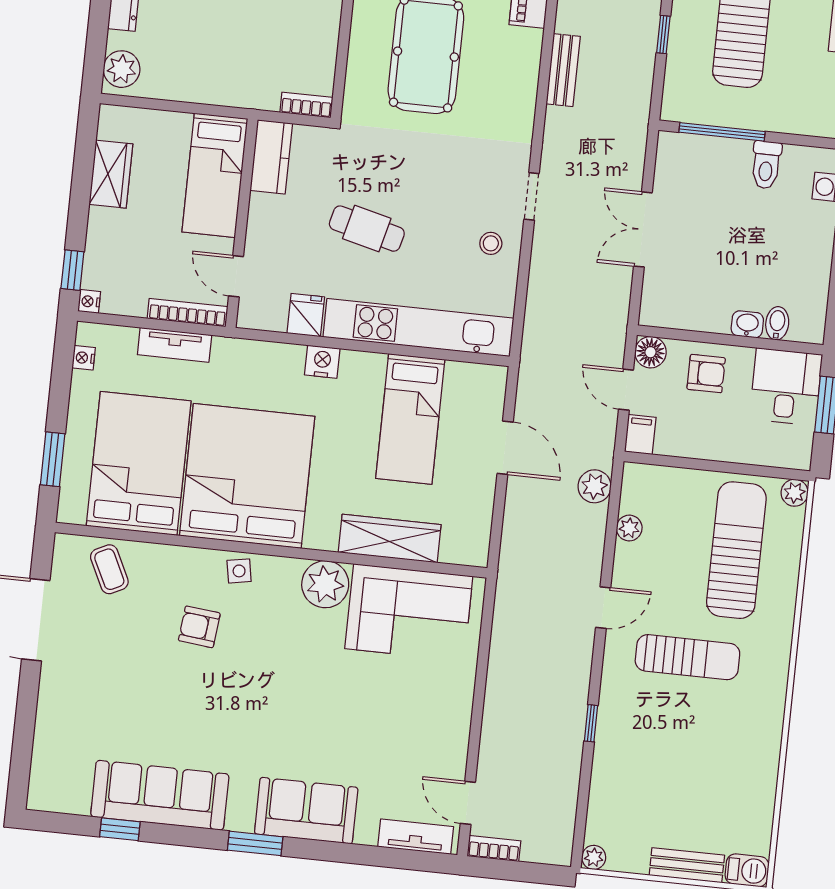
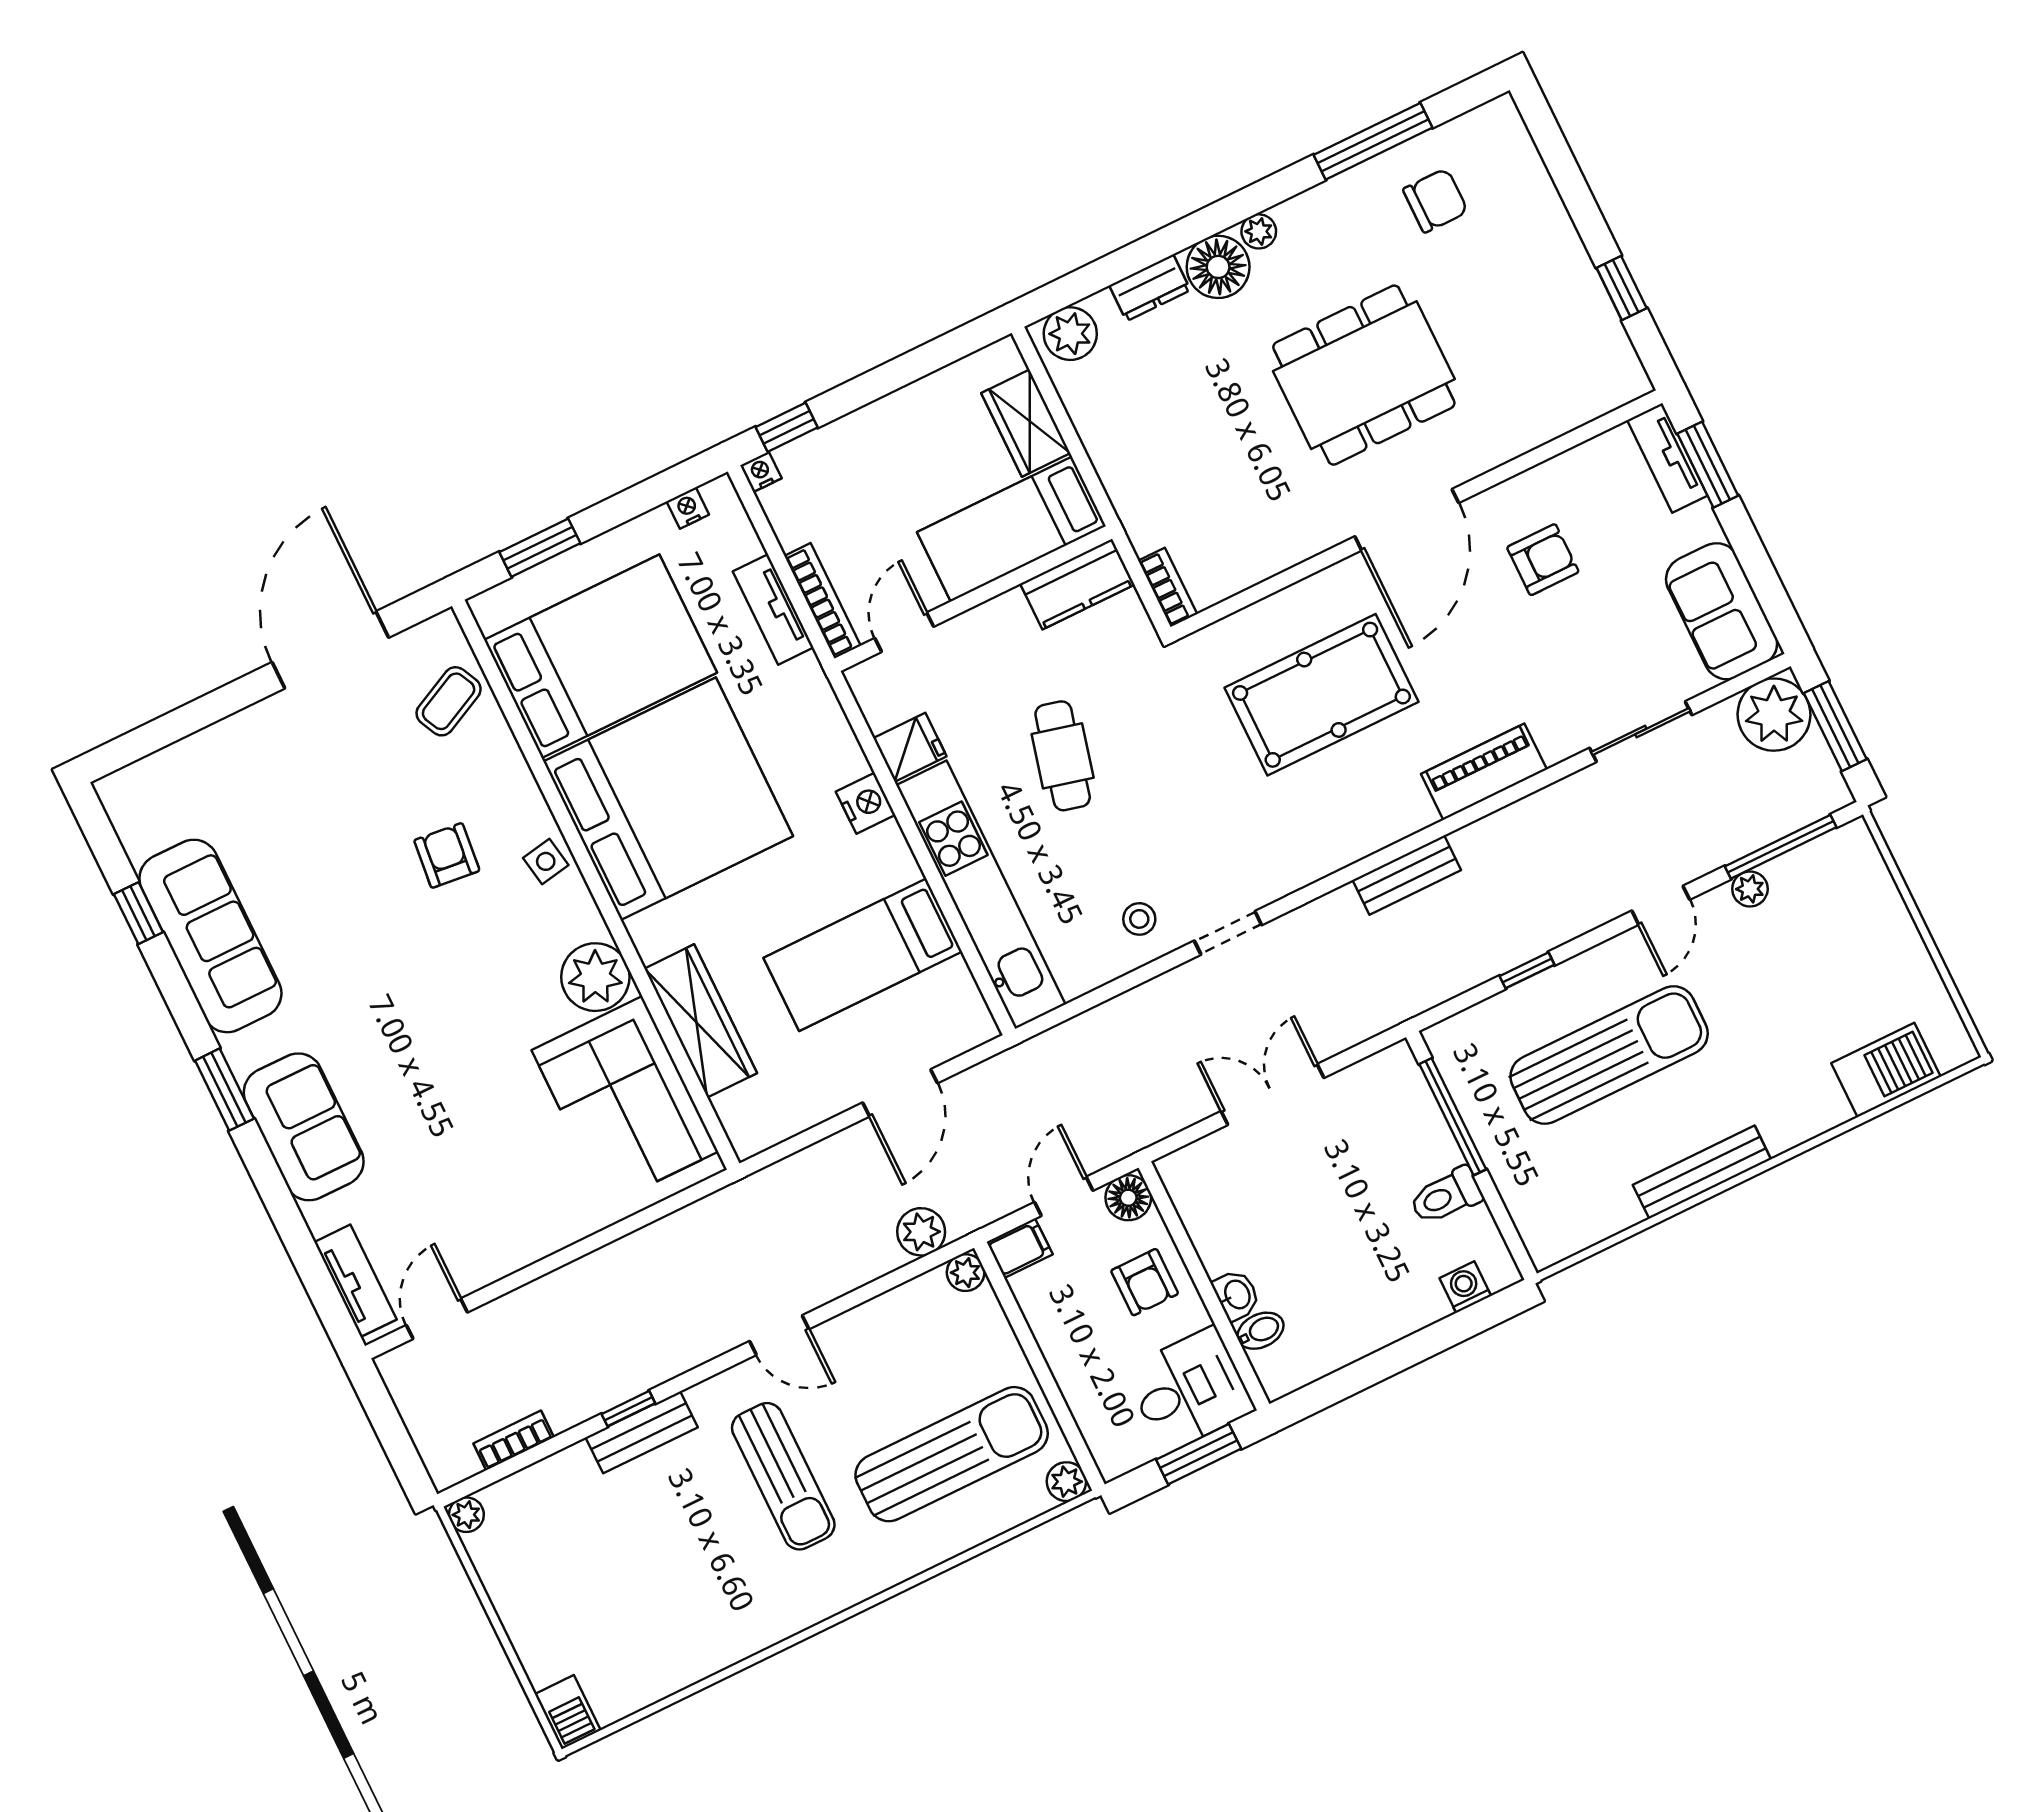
wardrobe: (111, 174) -> (1026, 423), moved, turned 90
plant: (629, 528) -> (966, 1273), moved
bookcase: (494, 849) -> (514, 1440), moved, turned -90
bench: (687, 865) -> (642, 1432), moved, turned 90

